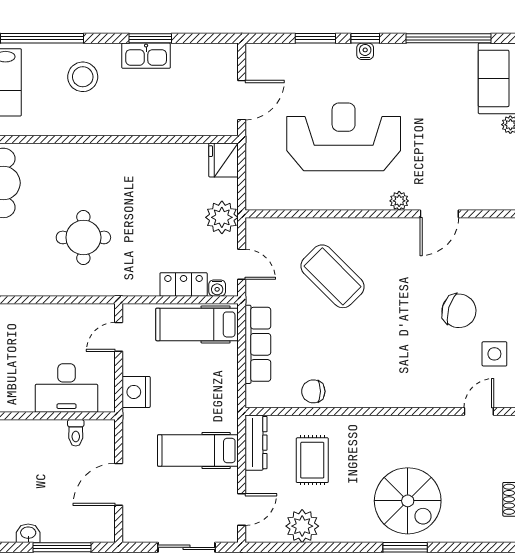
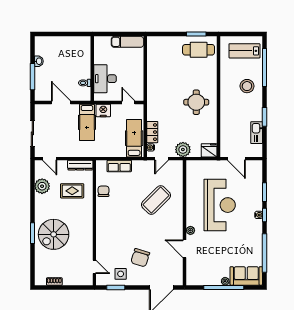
kitchen sink: (146, 56) -> (257, 133), moved
round table: (83, 237) -> (196, 102), moved
row of seats: (258, 344) -> (119, 166), width x0.68
hospital bed: (198, 451) -> (87, 122), moved, turned 180

